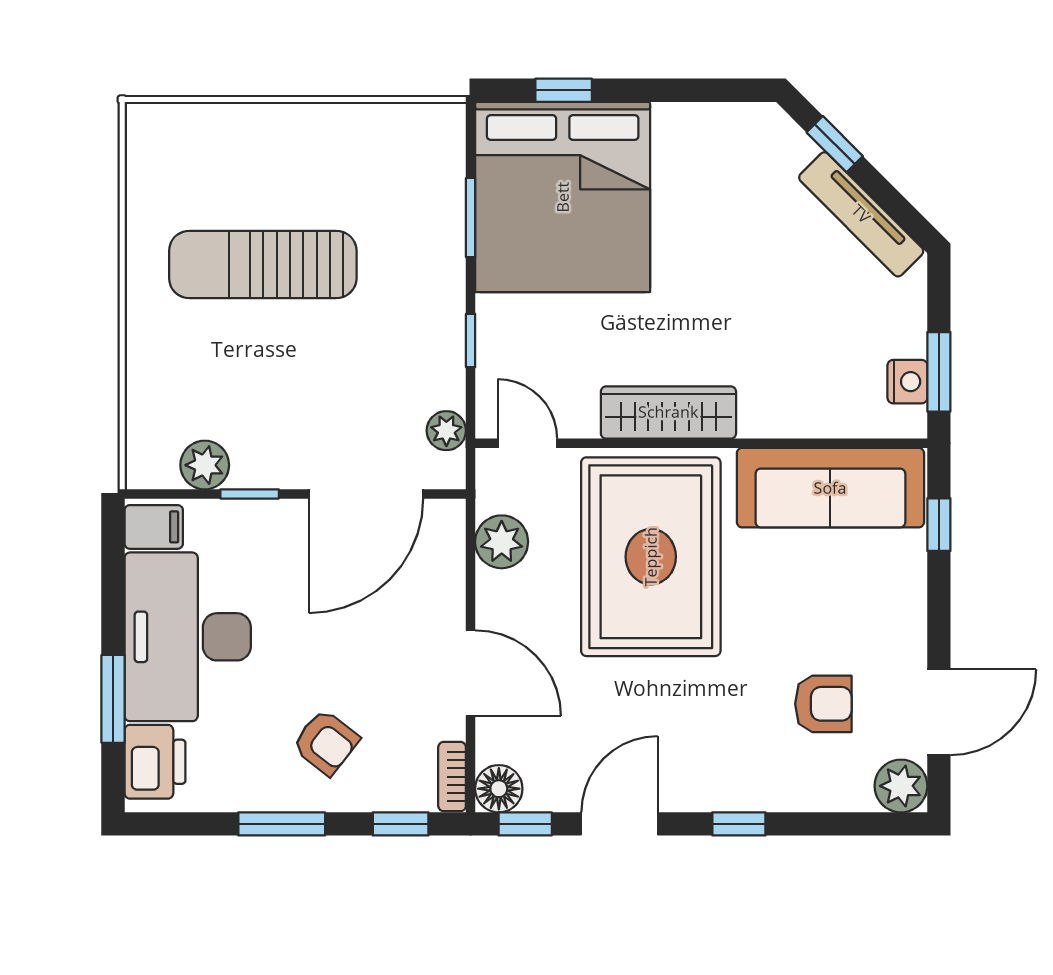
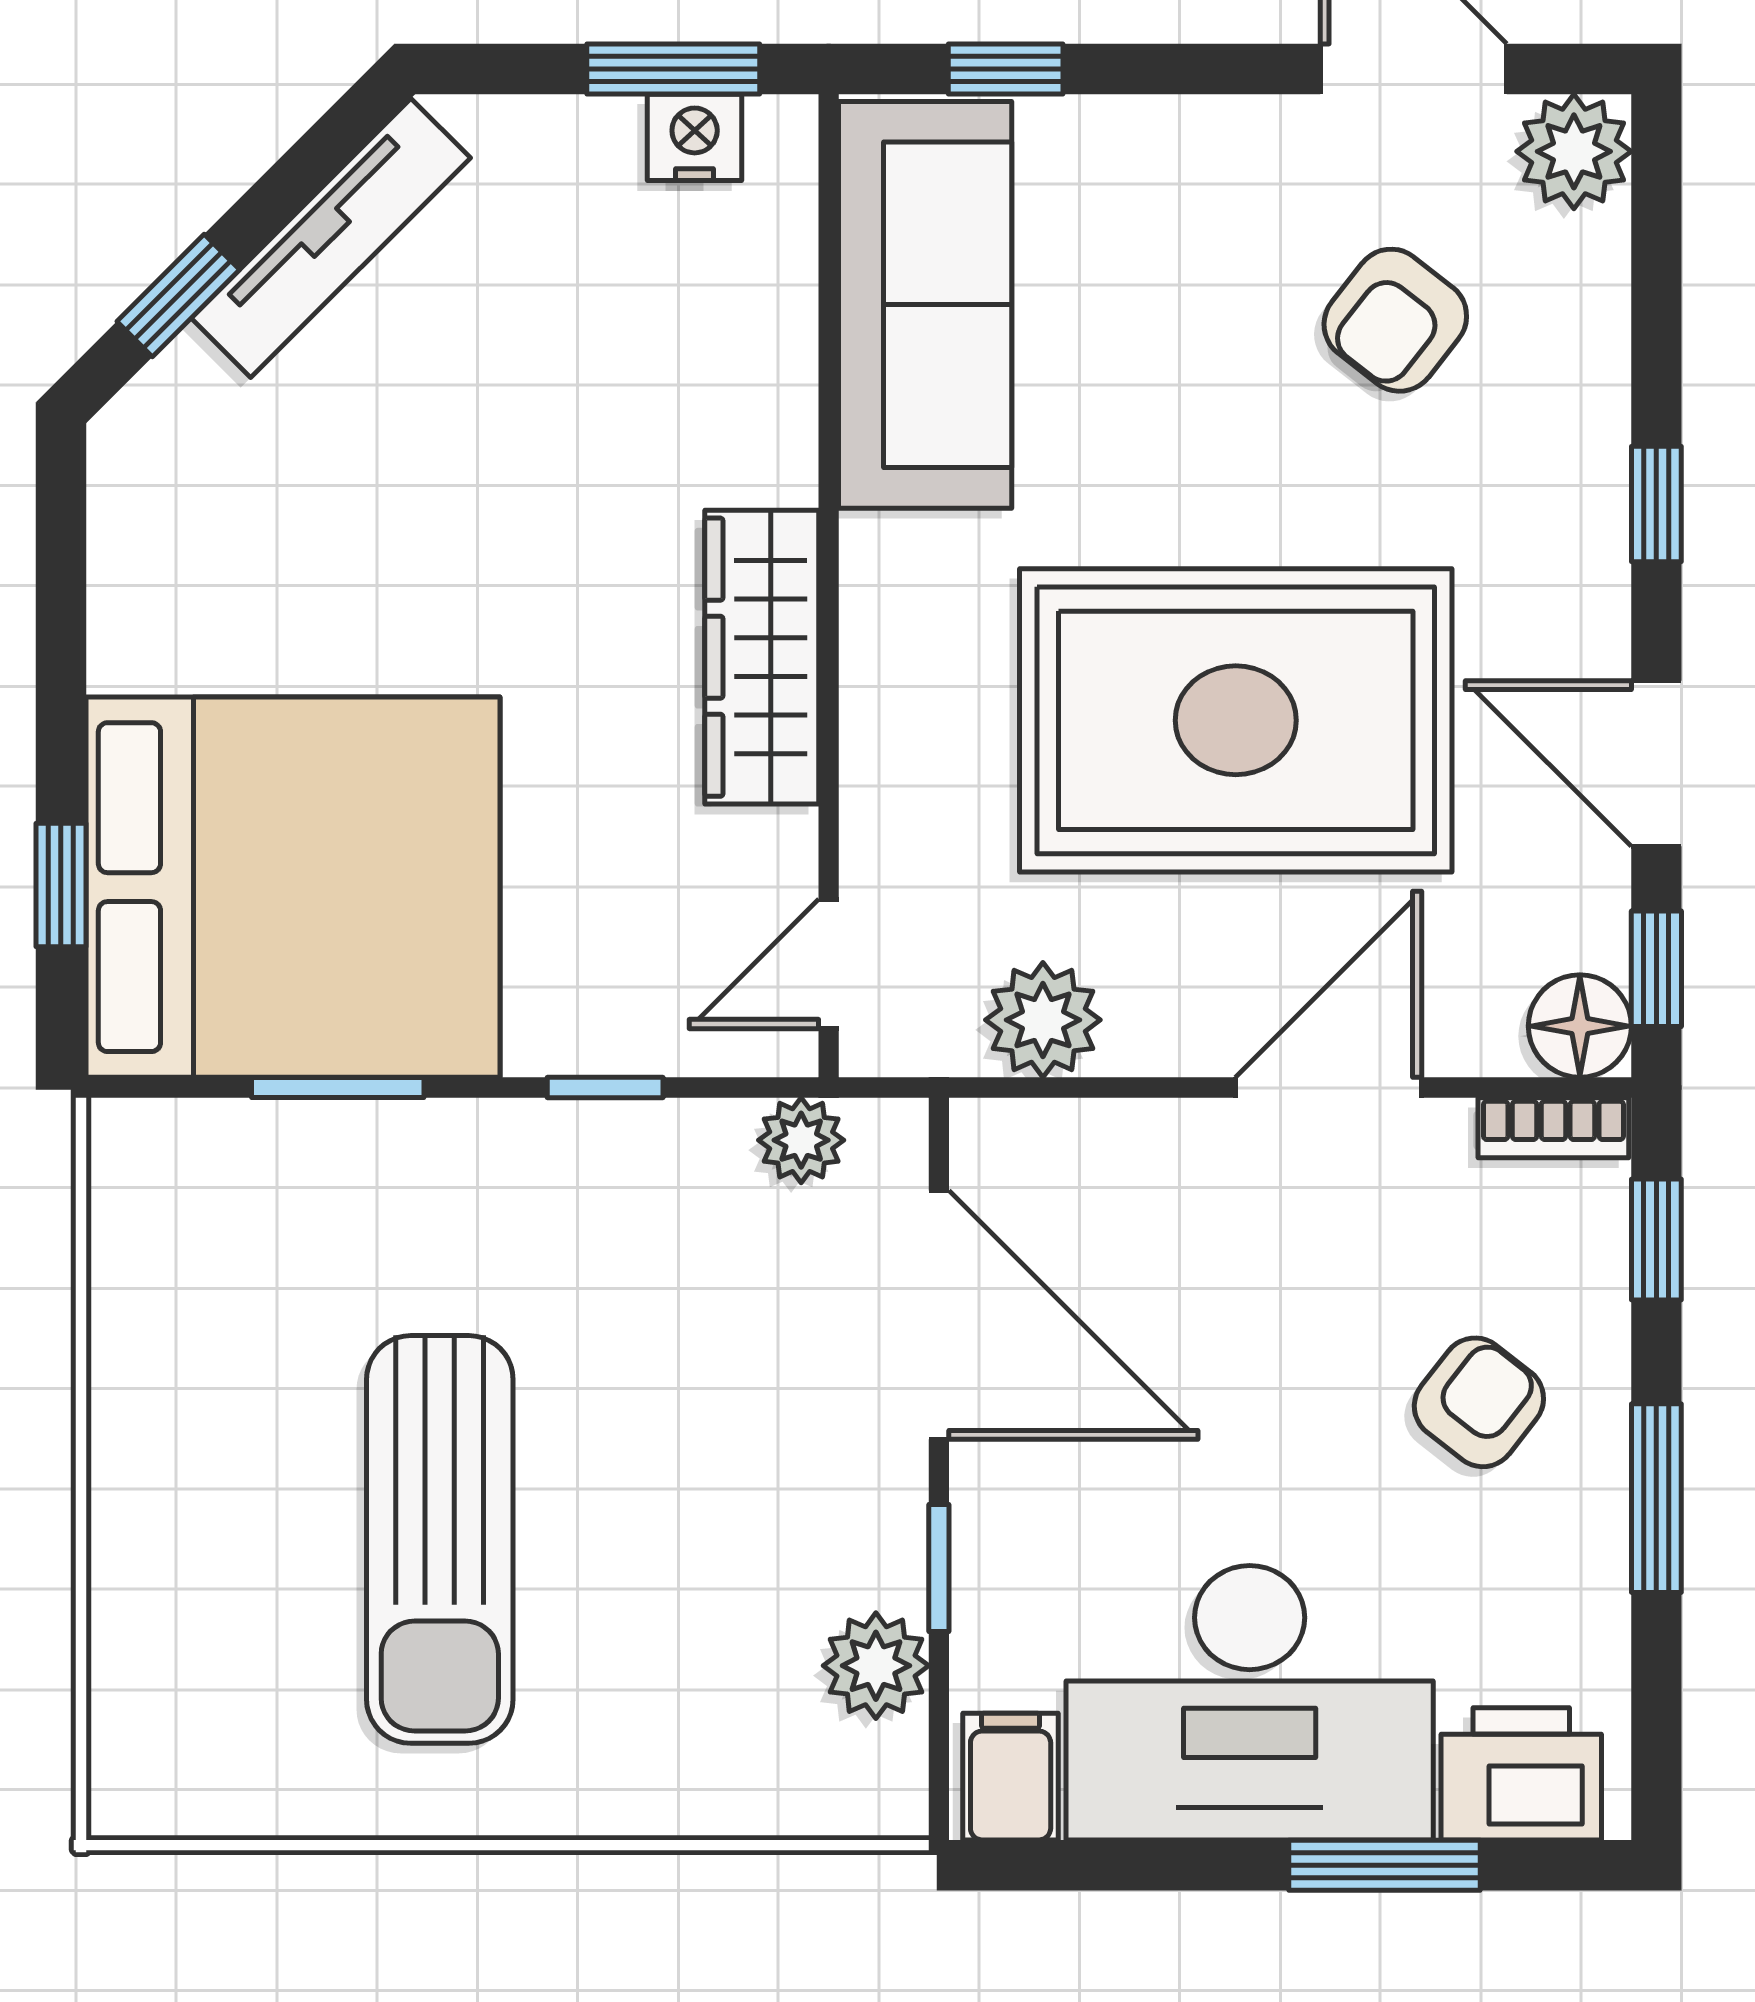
rug: (651, 557) -> (1236, 720), moved
armchair: (823, 704) -> (1395, 320), turned -142

